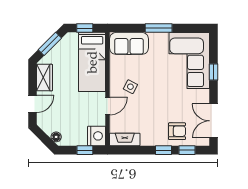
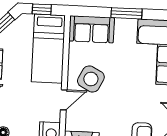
side table: (130, 87) -> (91, 79), width x1.87, depth x1.87

